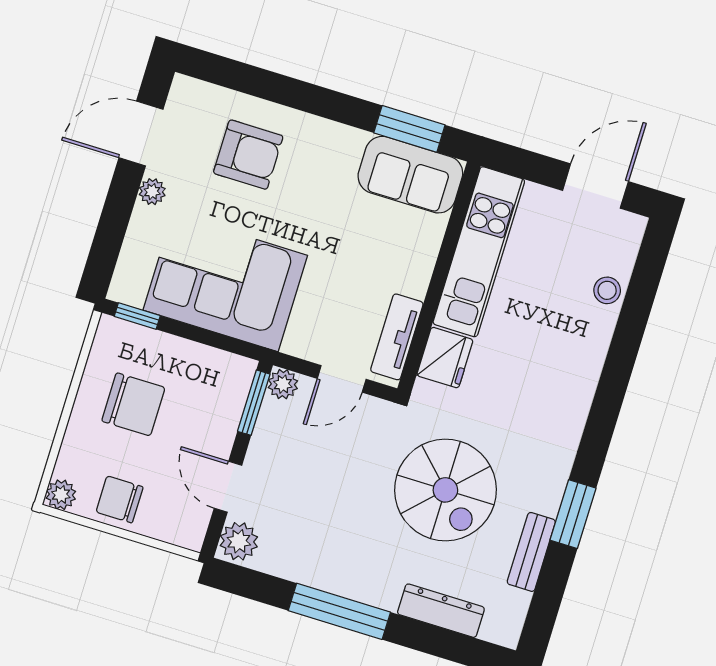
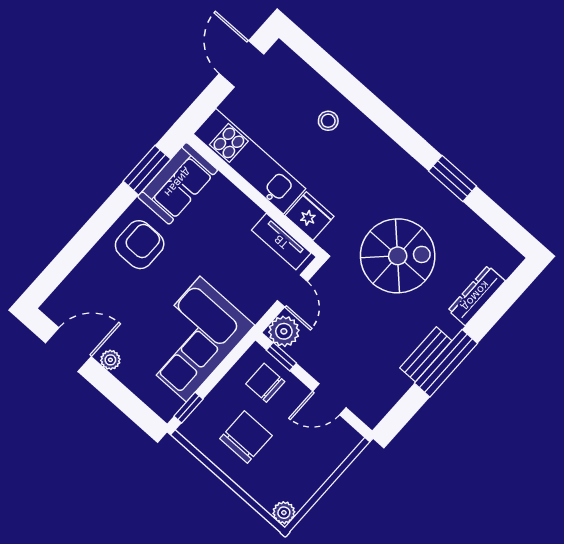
door: (141, 134) -> (68, 350), swing flipped
armchair: (248, 155) -> (140, 245), moved
stool: (607, 290) -> (328, 121), moved
plant: (283, 384) -> (284, 331), width x1.38, depth x1.38
window: (254, 403) -> (281, 357), width x0.67
chair: (120, 499) -> (265, 383), moved, turned 90
plant: (239, 541) -> (369, 409), removed
bench: (531, 552) -> (426, 354), moved, turned 90

